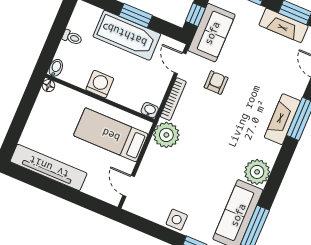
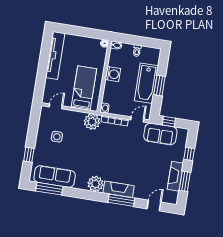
armchair: (216, 83) -> (131, 144), removed
plant: (257, 172) -> (95, 184), moved
side table: (177, 220) -> (57, 137), moved

